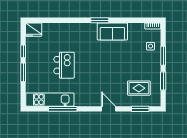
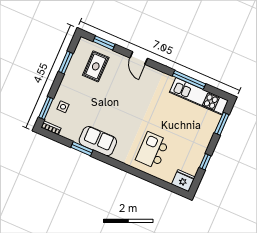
window: (100, 20) -> (82, 149), moved
window: (163, 56) -> (46, 108), moved
kitchen island: (64, 65) -> (152, 150), moved
window: (23, 72) -> (222, 124), moved
rug: (139, 88) -> (96, 66), turned 90

